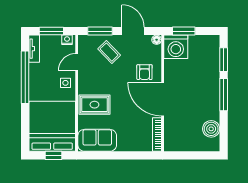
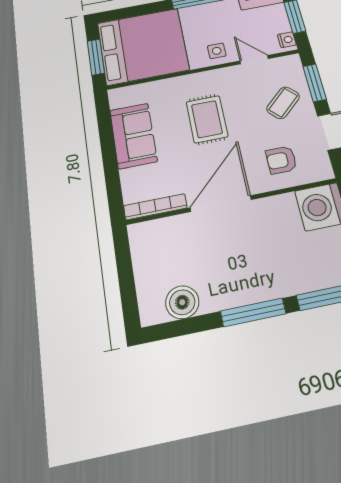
floor lamp: (157, 40) -> (325, 172), removed
armchair: (144, 72) -> (281, 160), moved
rug: (94, 105) -> (207, 119), moved
sofa: (97, 140) -> (133, 136), moved
window: (54, 155) -> (96, 57), width x1.50

